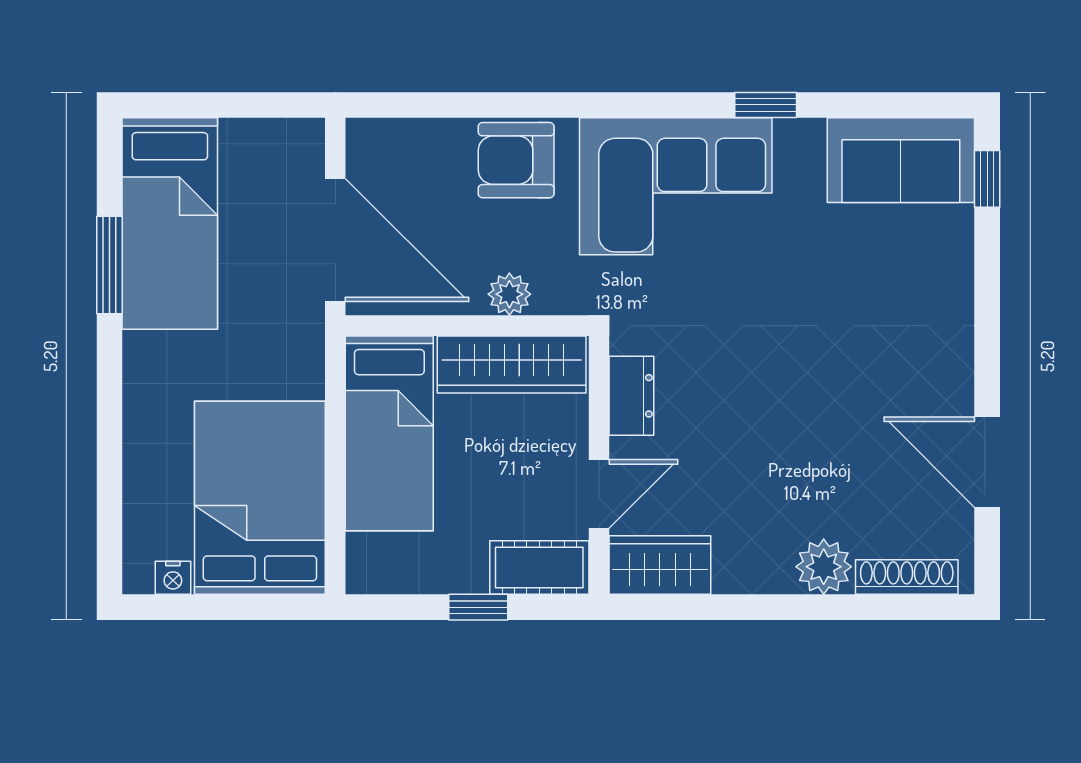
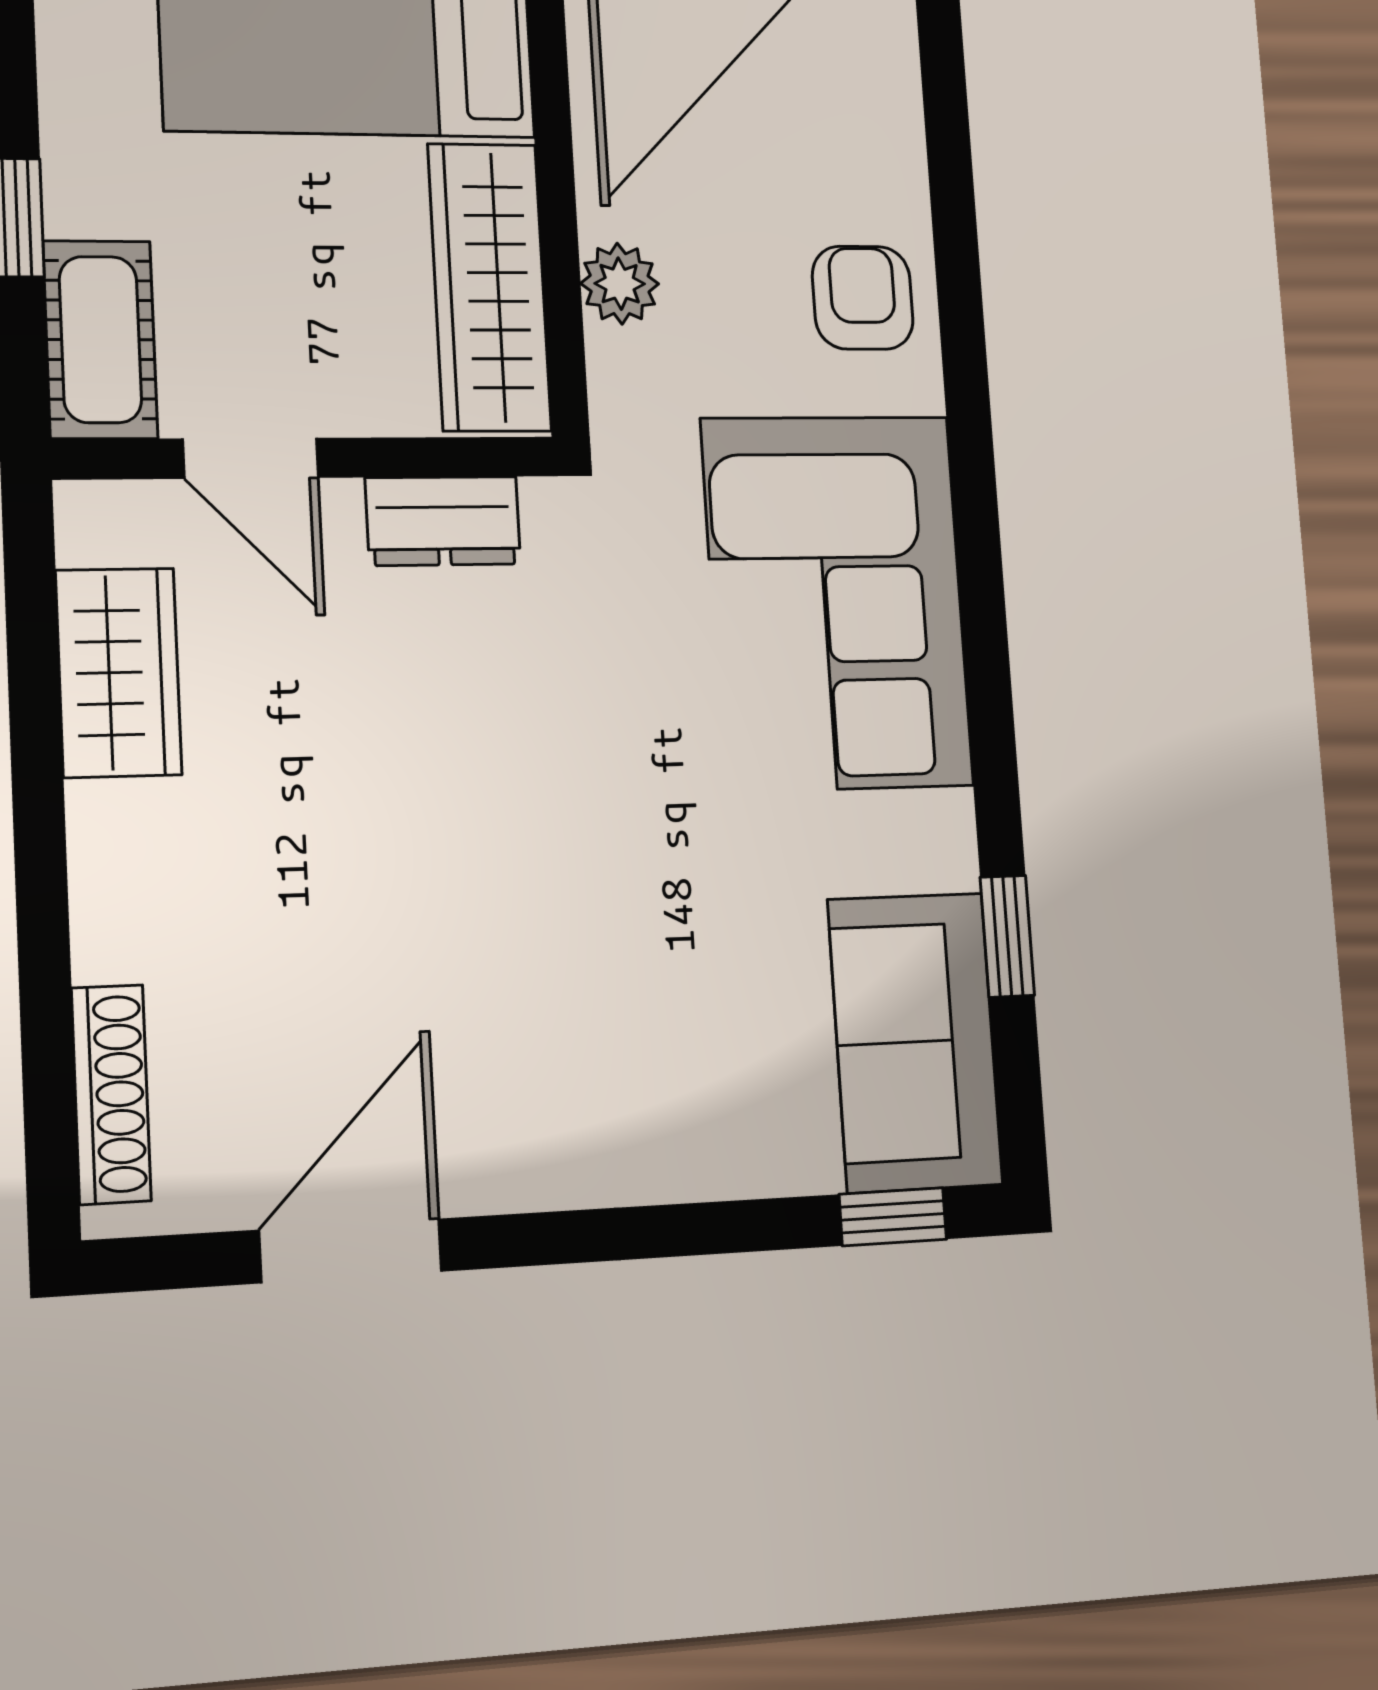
window: (766, 105) -> (1007, 936), moved
armchair: (516, 160) -> (863, 298), width x0.72, depth x0.72
wardrobe: (660, 565) -> (119, 672), moved
plant: (824, 567) -> (125, 919), removed

